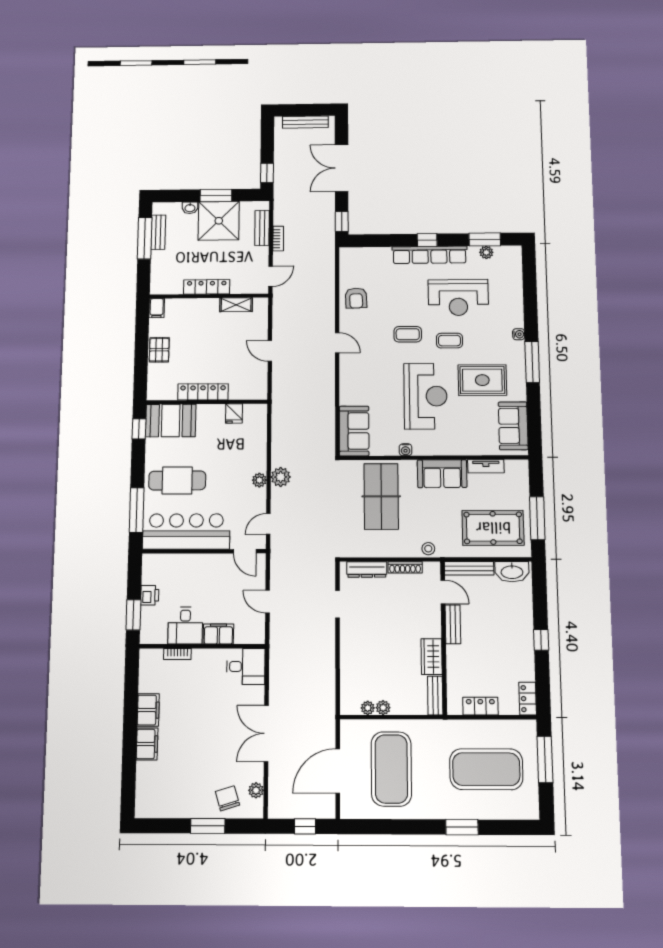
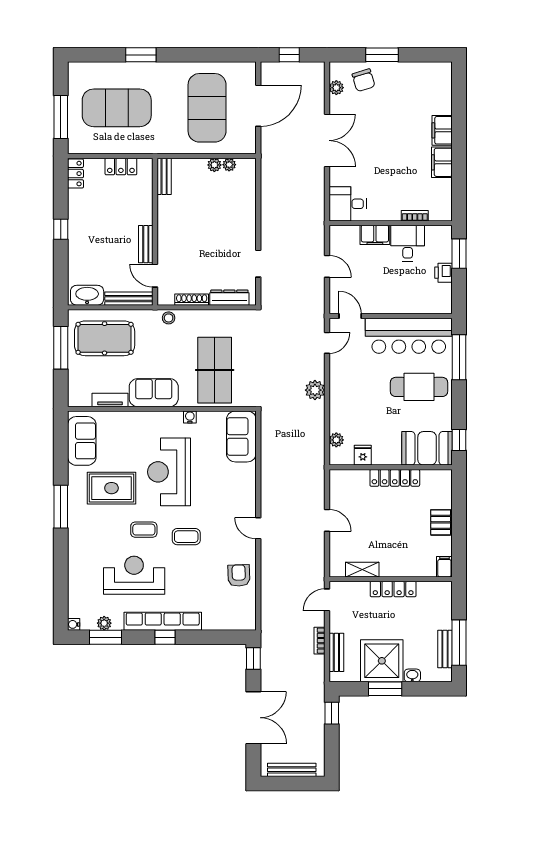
water cooler: (519, 334) -> (74, 624), moved
plant: (259, 480) -> (336, 440), moved
wardrobe: (432, 657) -> (167, 213), removed

